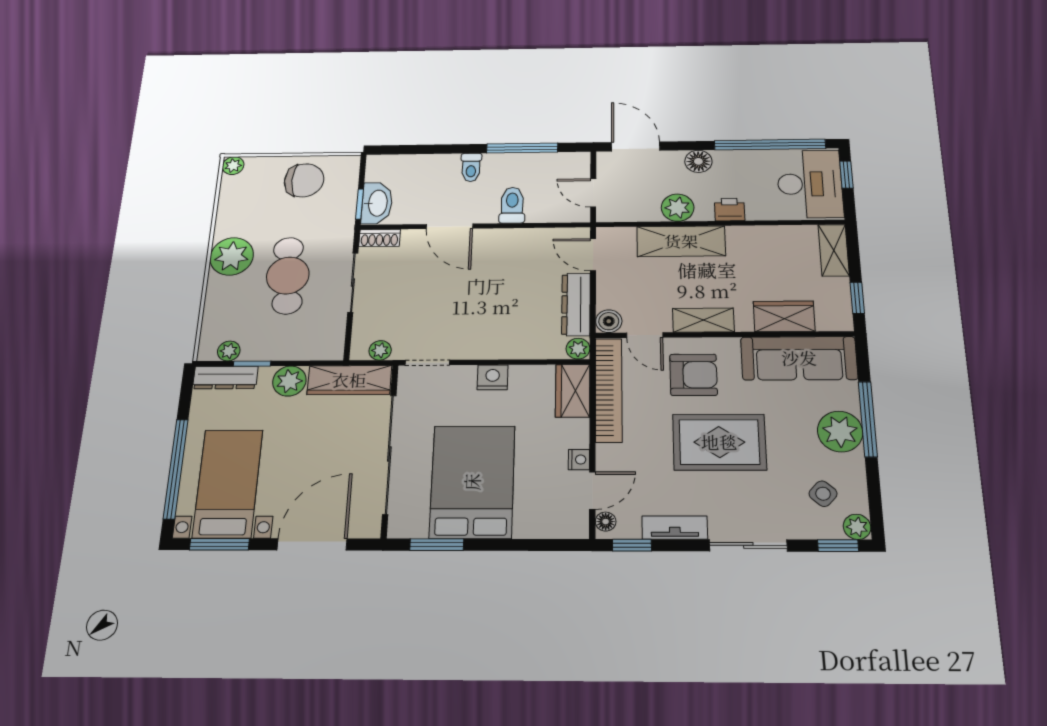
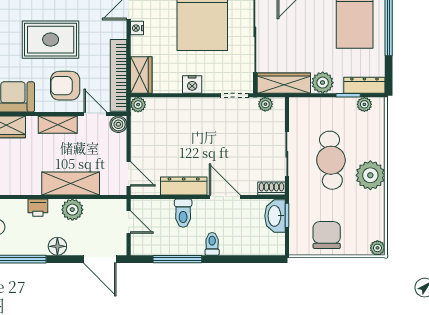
chair: (304, 180) -> (327, 235), turned 90
dresser: (576, 304) -> (184, 186), moved, turned -90

